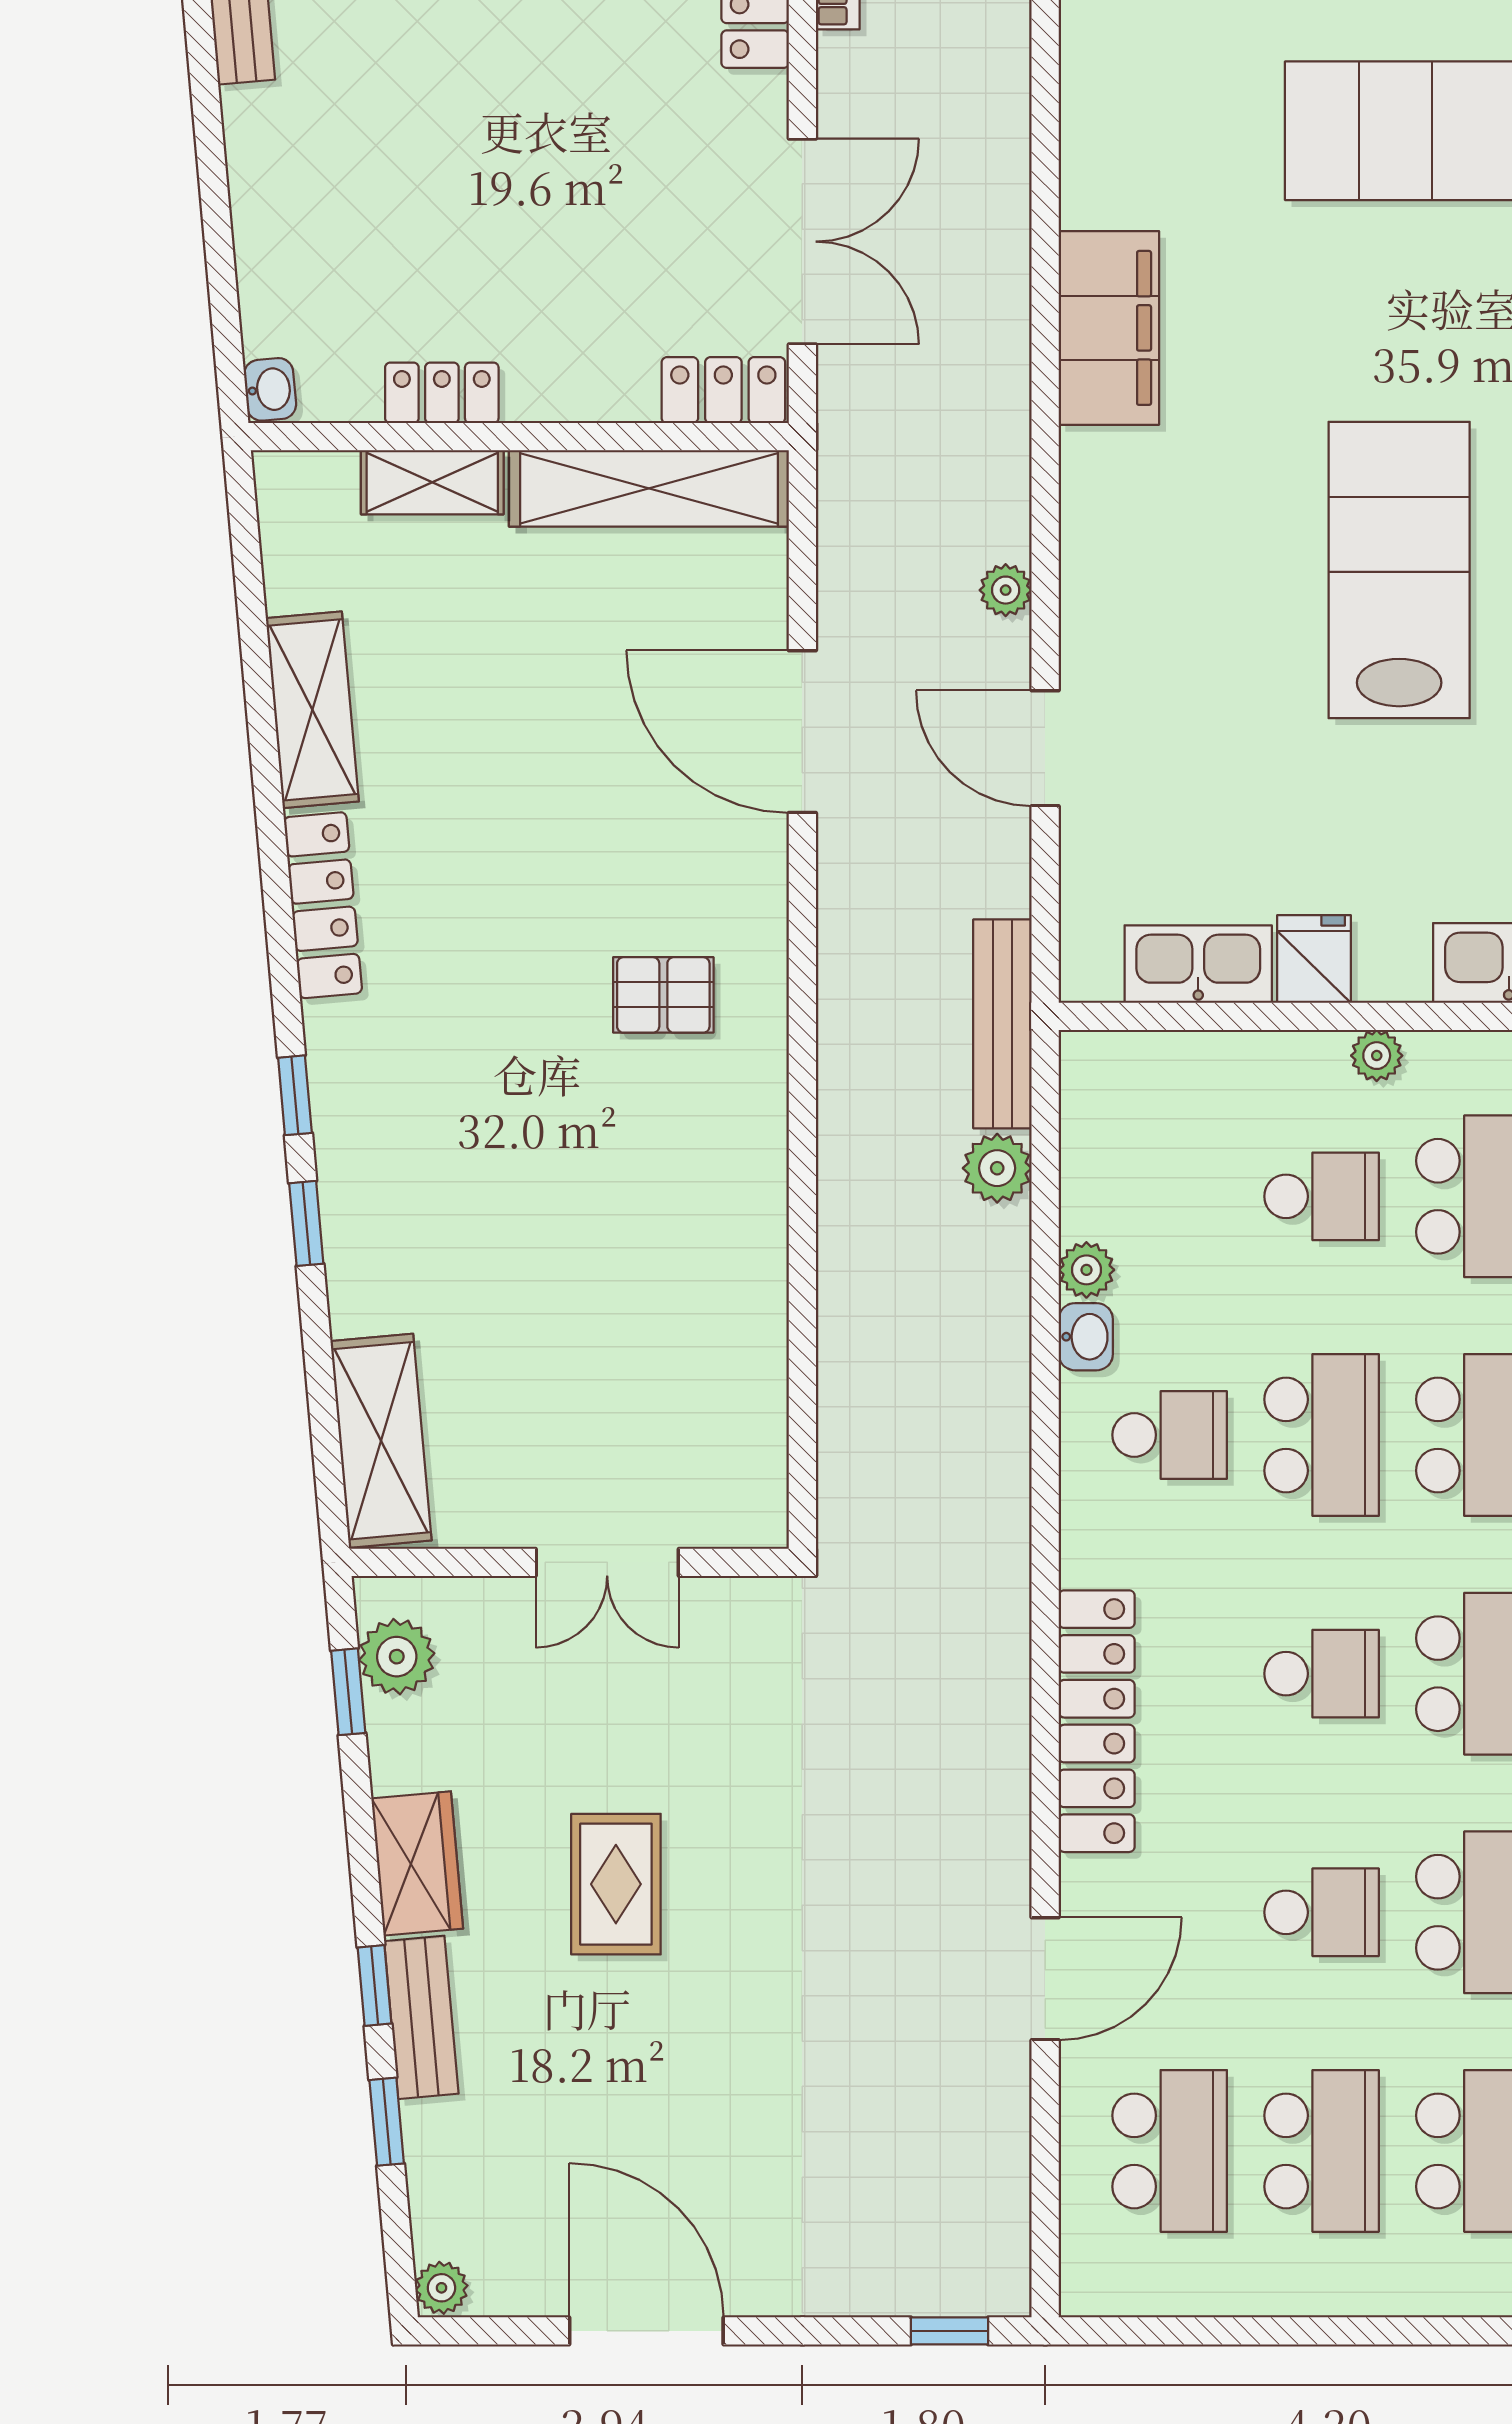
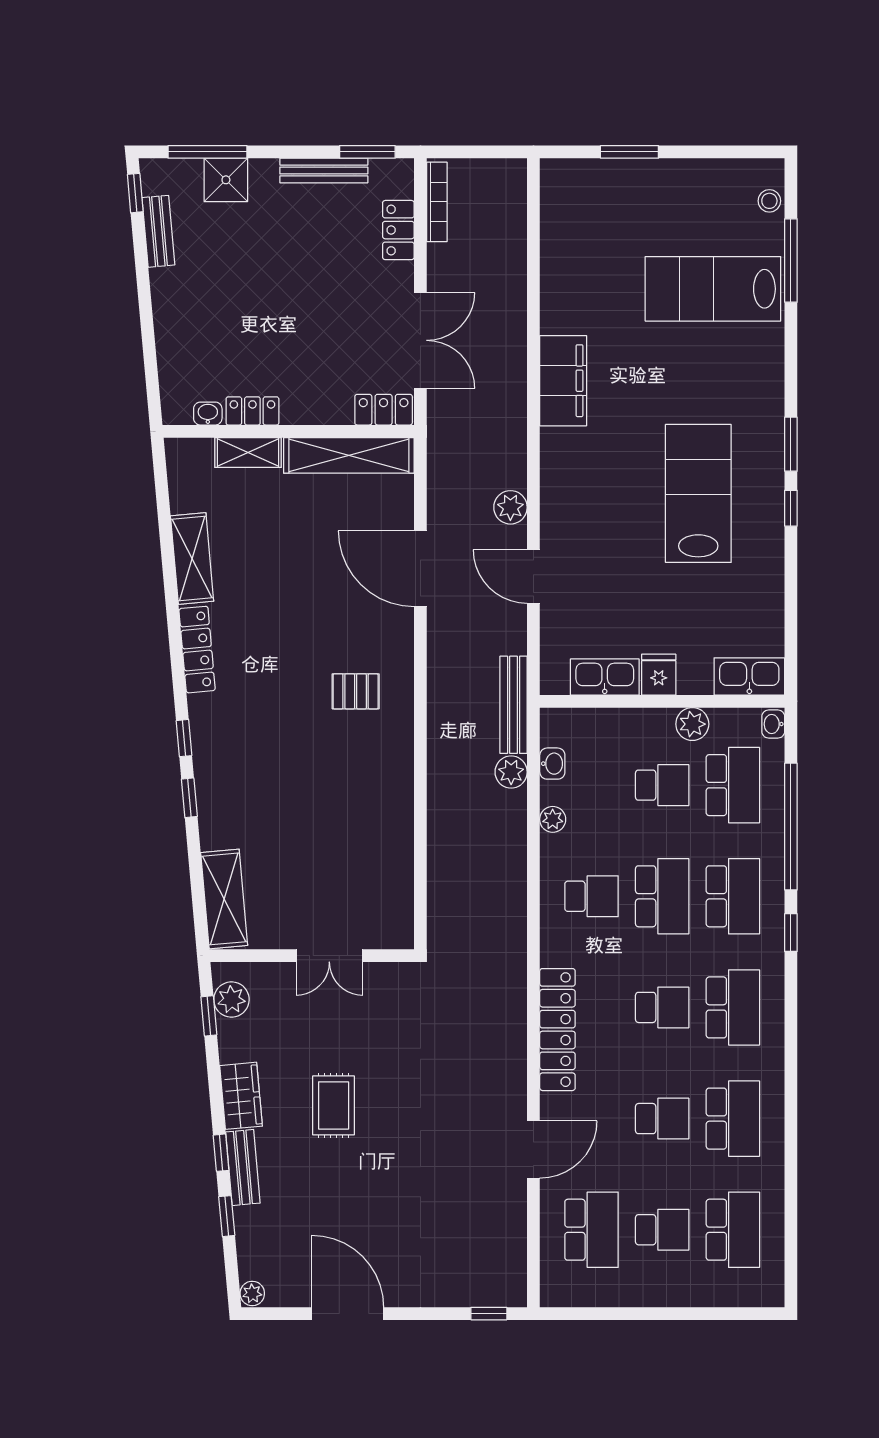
washbasin: (270, 389) -> (208, 414), moved, turned -85
plant: (1006, 590) -> (510, 507), width x1.38, depth x1.38
plant: (1377, 1056) -> (692, 724), width x1.38, depth x1.38
washbasin: (1086, 1337) -> (552, 764), moved
school desk: (1322, 2151) -> (662, 1230), width x0.54

